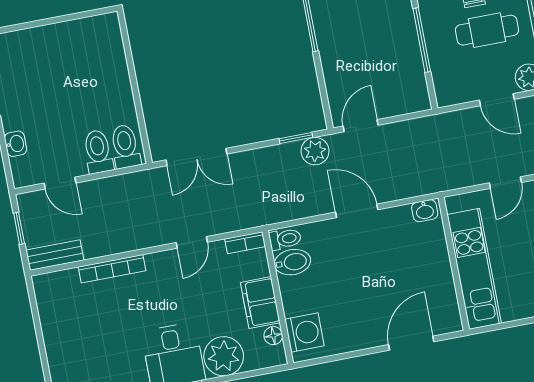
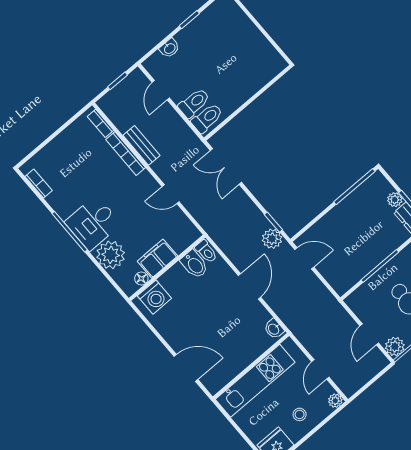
door: (505, 183) -> (320, 369), hinge flipped
bookcase: (245, 243) -> (100, 123), moved
bench: (55, 255) -> (141, 145), moved

